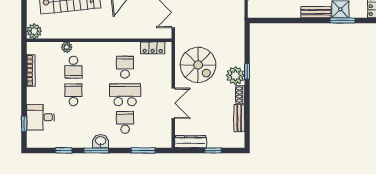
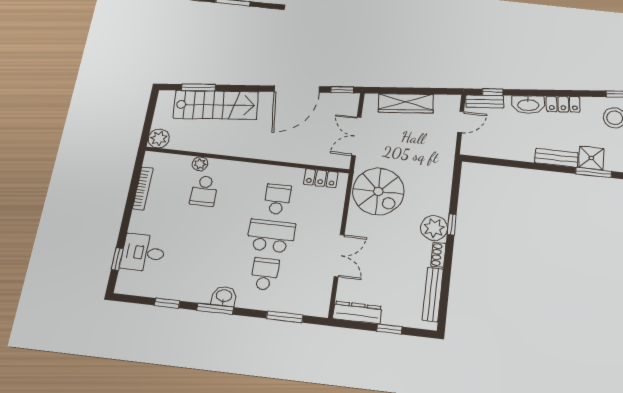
spiral stairs: (198, 65) -> (378, 191), moved
school desk: (73, 95) -> (197, 228), removed
bench: (239, 118) -> (433, 294), width x1.36

